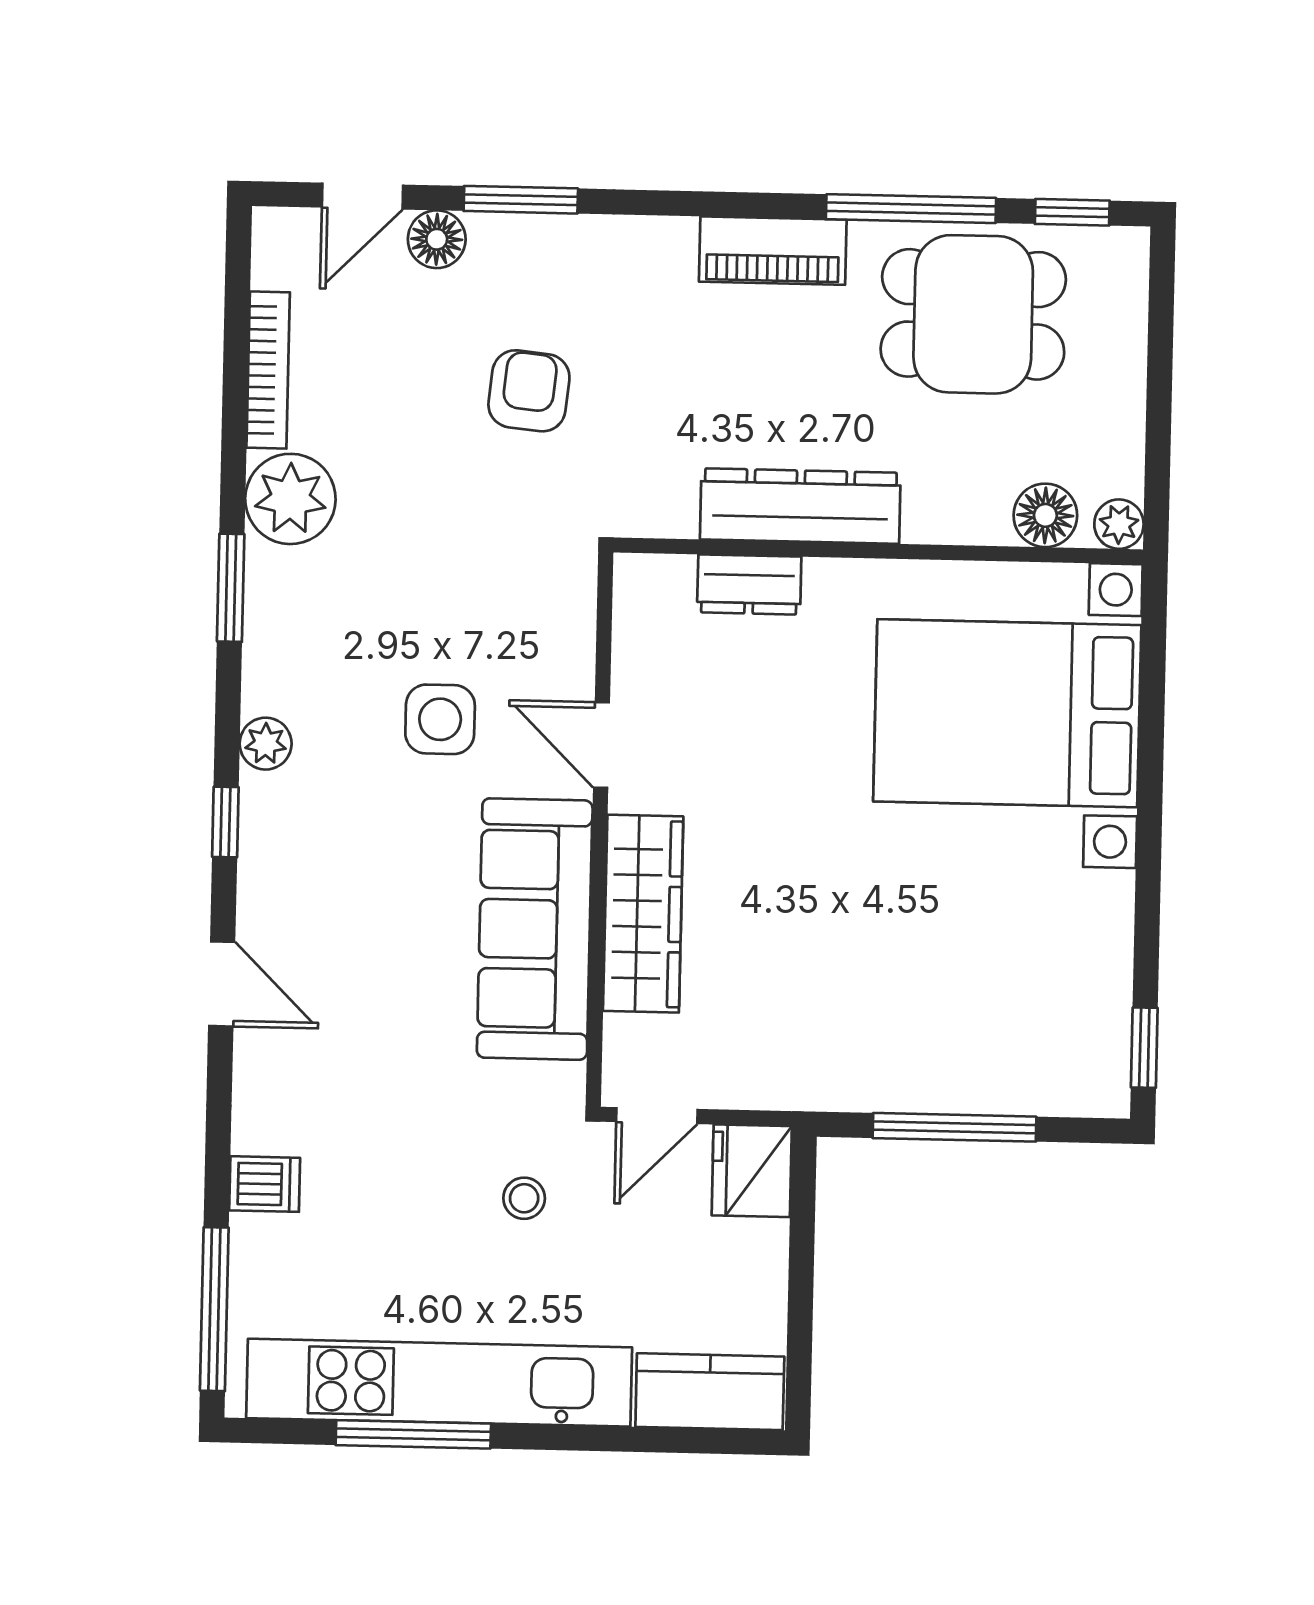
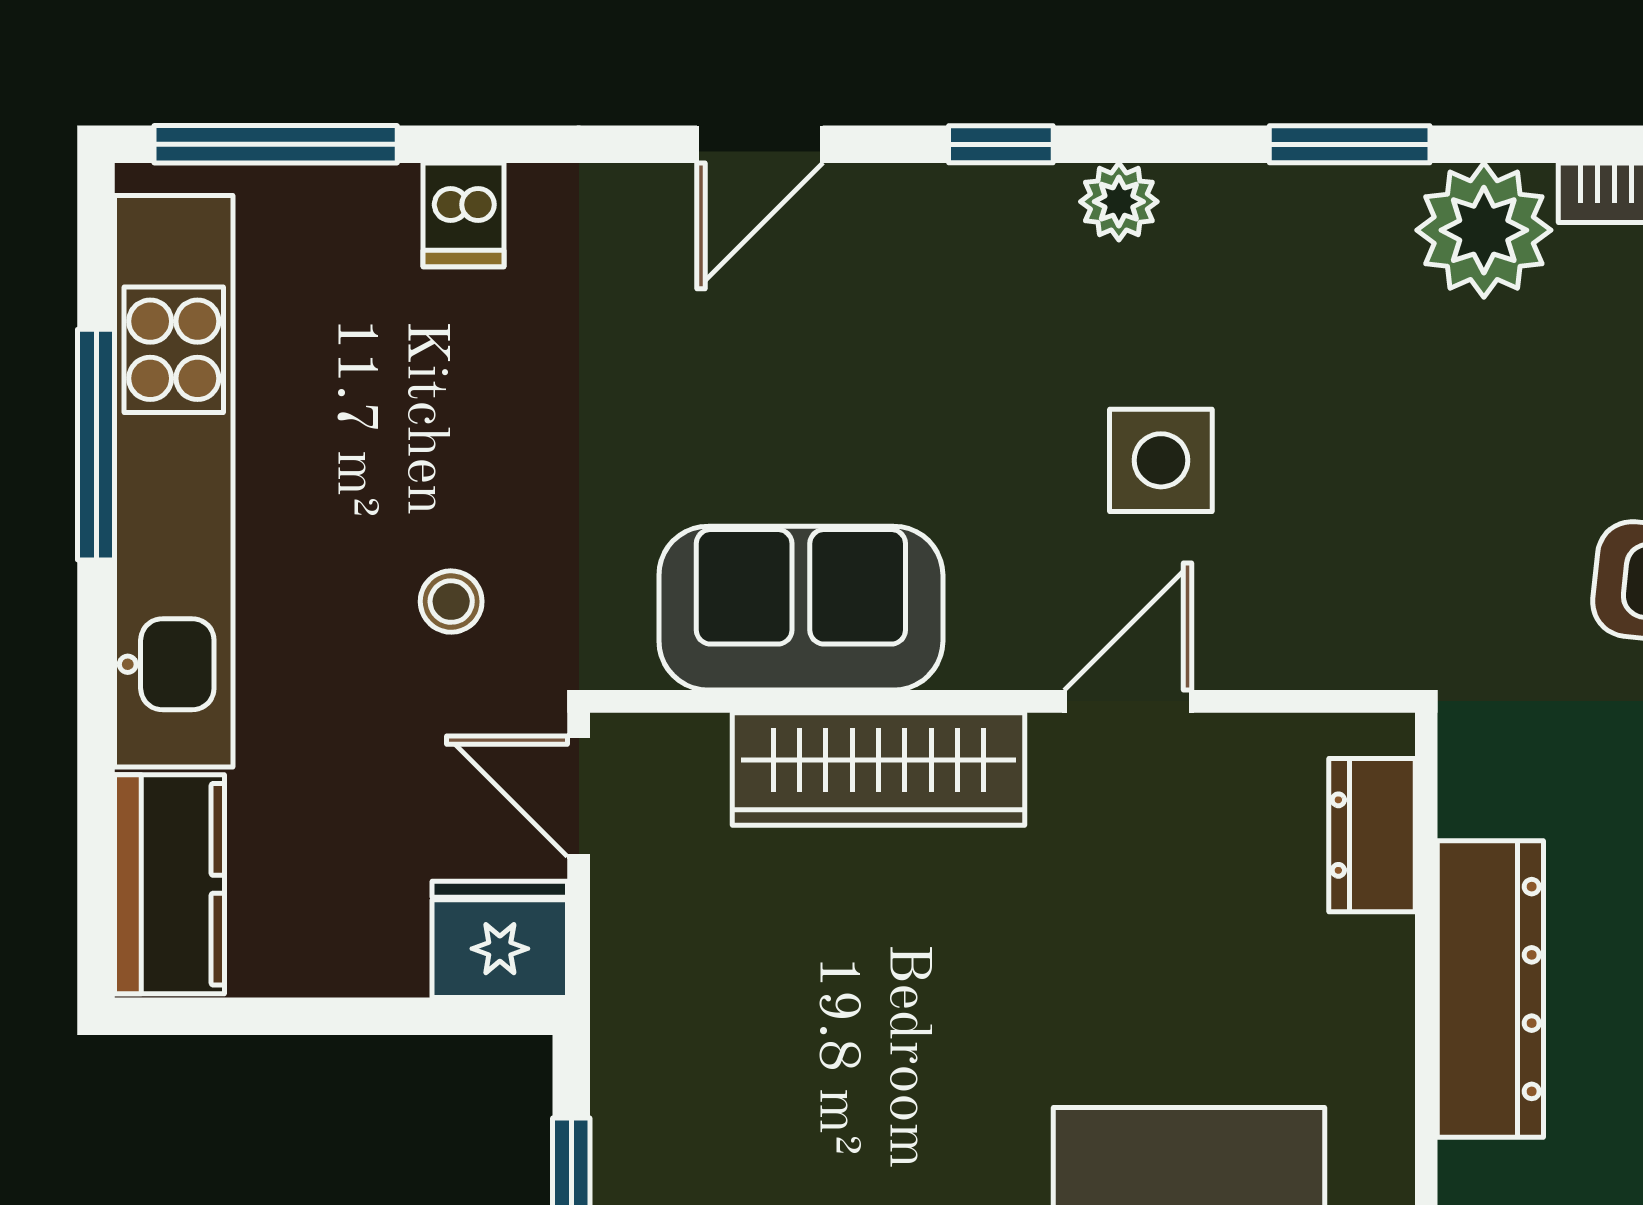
dresser: (749, 584) -> (1372, 835), moved
sofa: (535, 929) -> (801, 608), width x0.73

